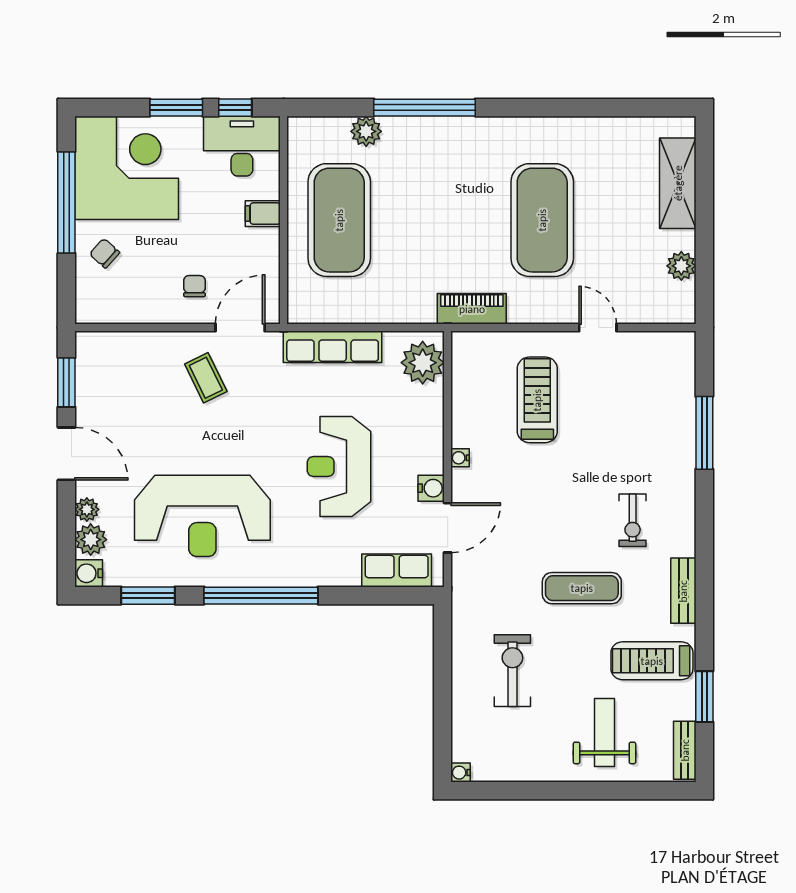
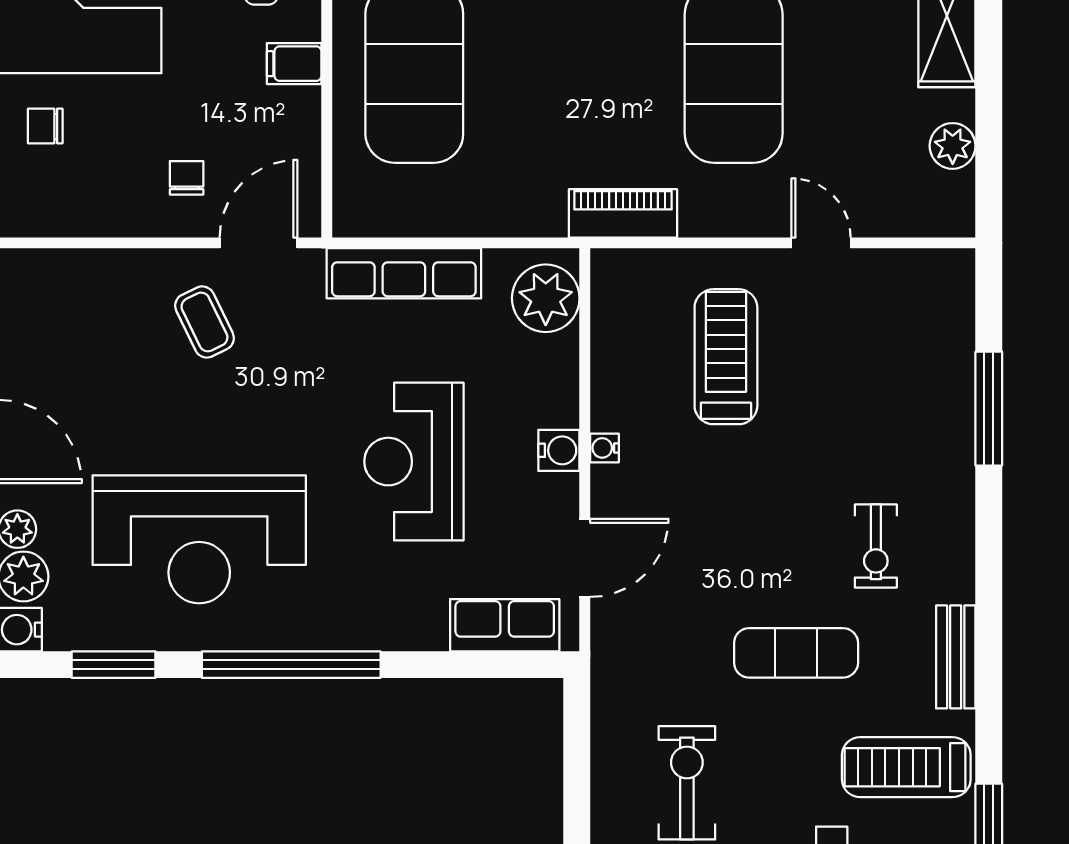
chair: (105, 253) -> (45, 126), turned -42
water cooler: (431, 488) -> (559, 450), moved

